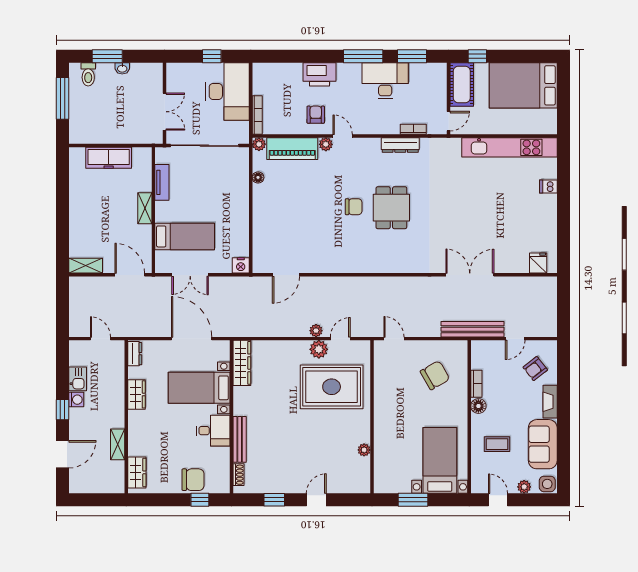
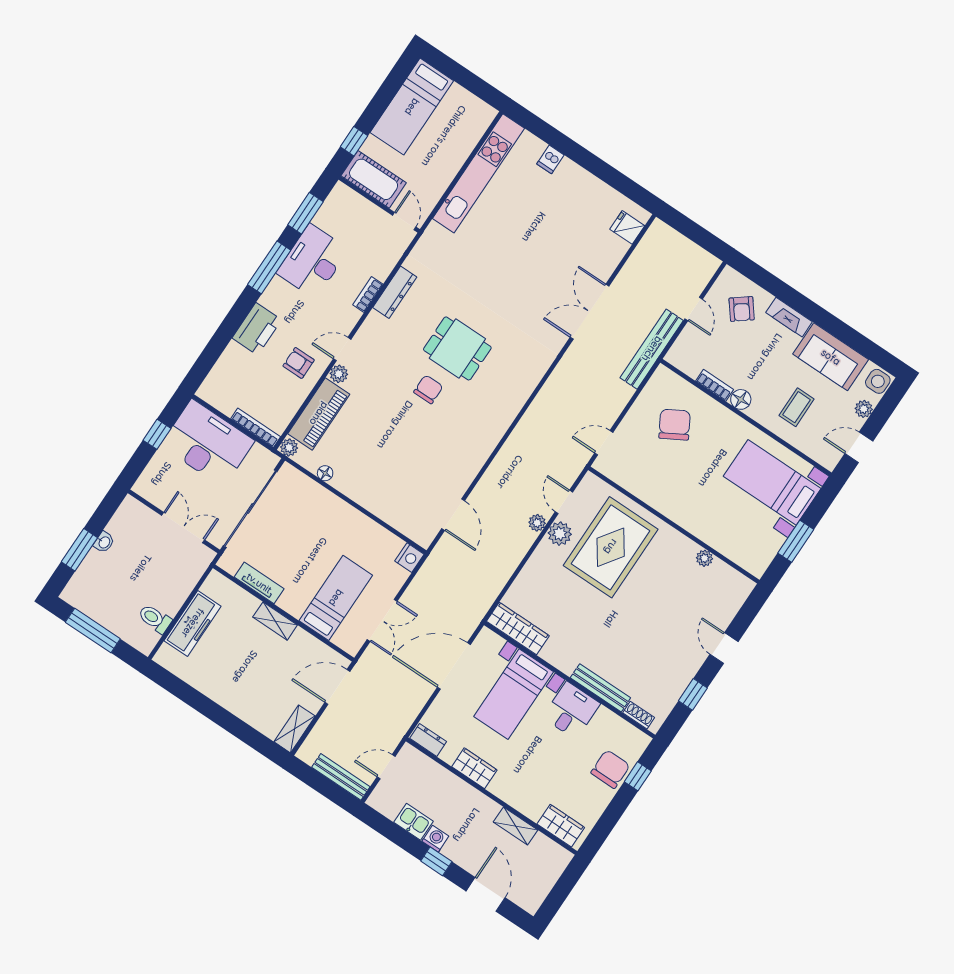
toilet: (88, 74) -> (155, 619), moved, turned 180
bed: (523, 85) -> (412, 107), width x0.67
bookcase: (413, 129) -> (368, 295), moved
bench: (75, 315) -> (341, 777), added

